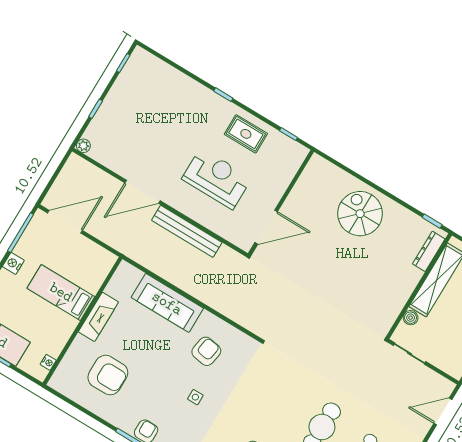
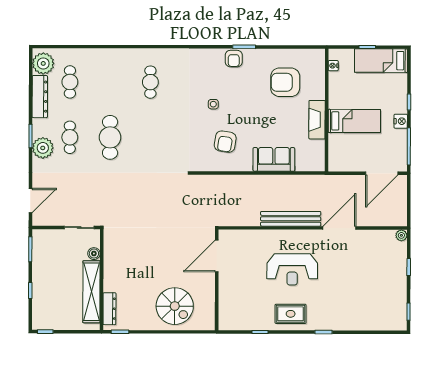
wall: (281, 203) -> (217, 280), moved
door: (266, 227) -> (217, 256), moved
sofa: (167, 303) -> (274, 159), width x0.73

